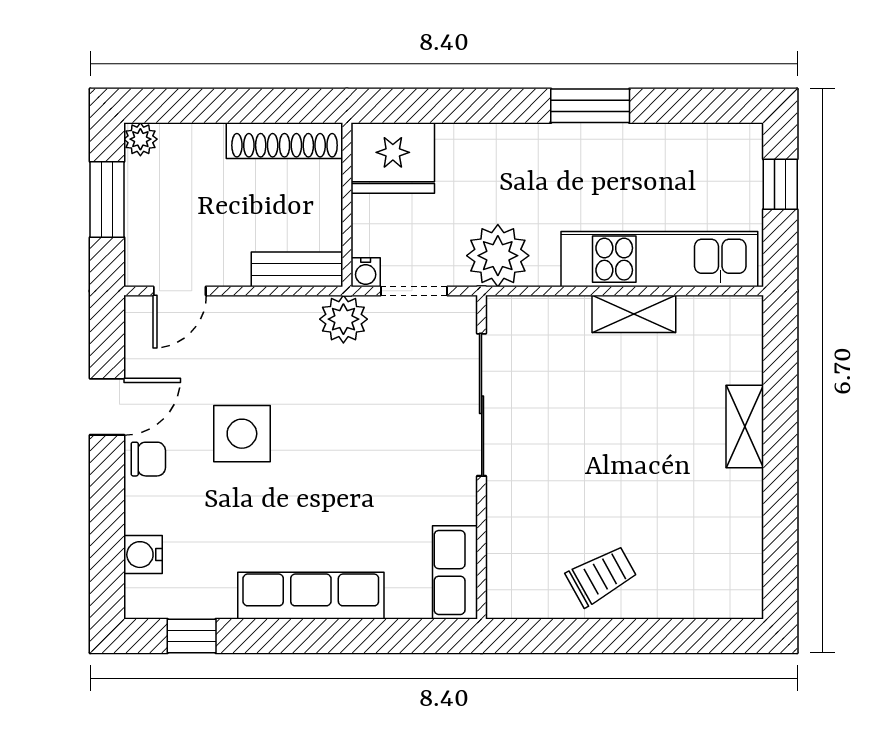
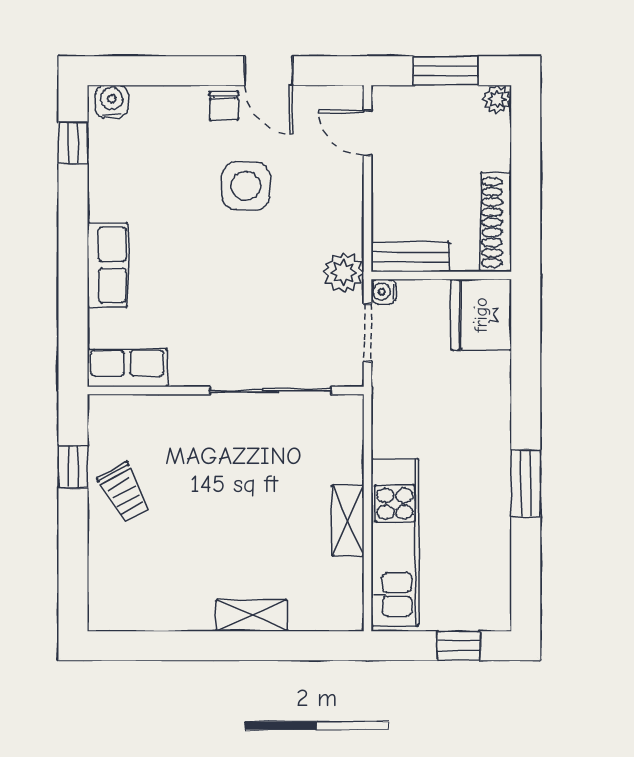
plant: (498, 256) -> (398, 404), removed
bench: (297, 269) -> (410, 257), moved, turned 90
water cooler: (143, 555) -> (112, 101), moved
row of seats: (311, 596) -> (107, 265), width x0.68
window: (571, 636) -> (73, 467), added

